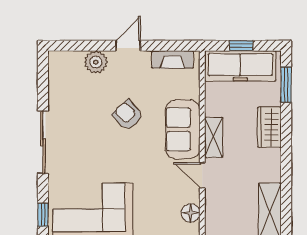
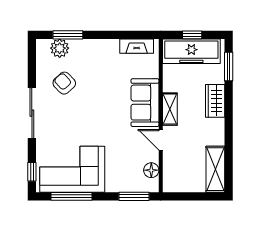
window: (87, 46) -> (68, 35), added
door: (128, 46) -> (101, 35), removed
plant: (96, 62) -> (60, 48), moved
armchair: (128, 115) -> (64, 83), moved

